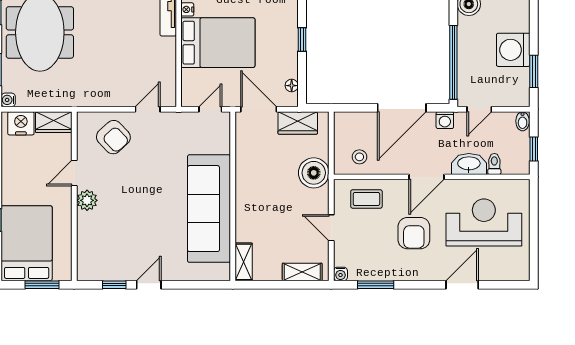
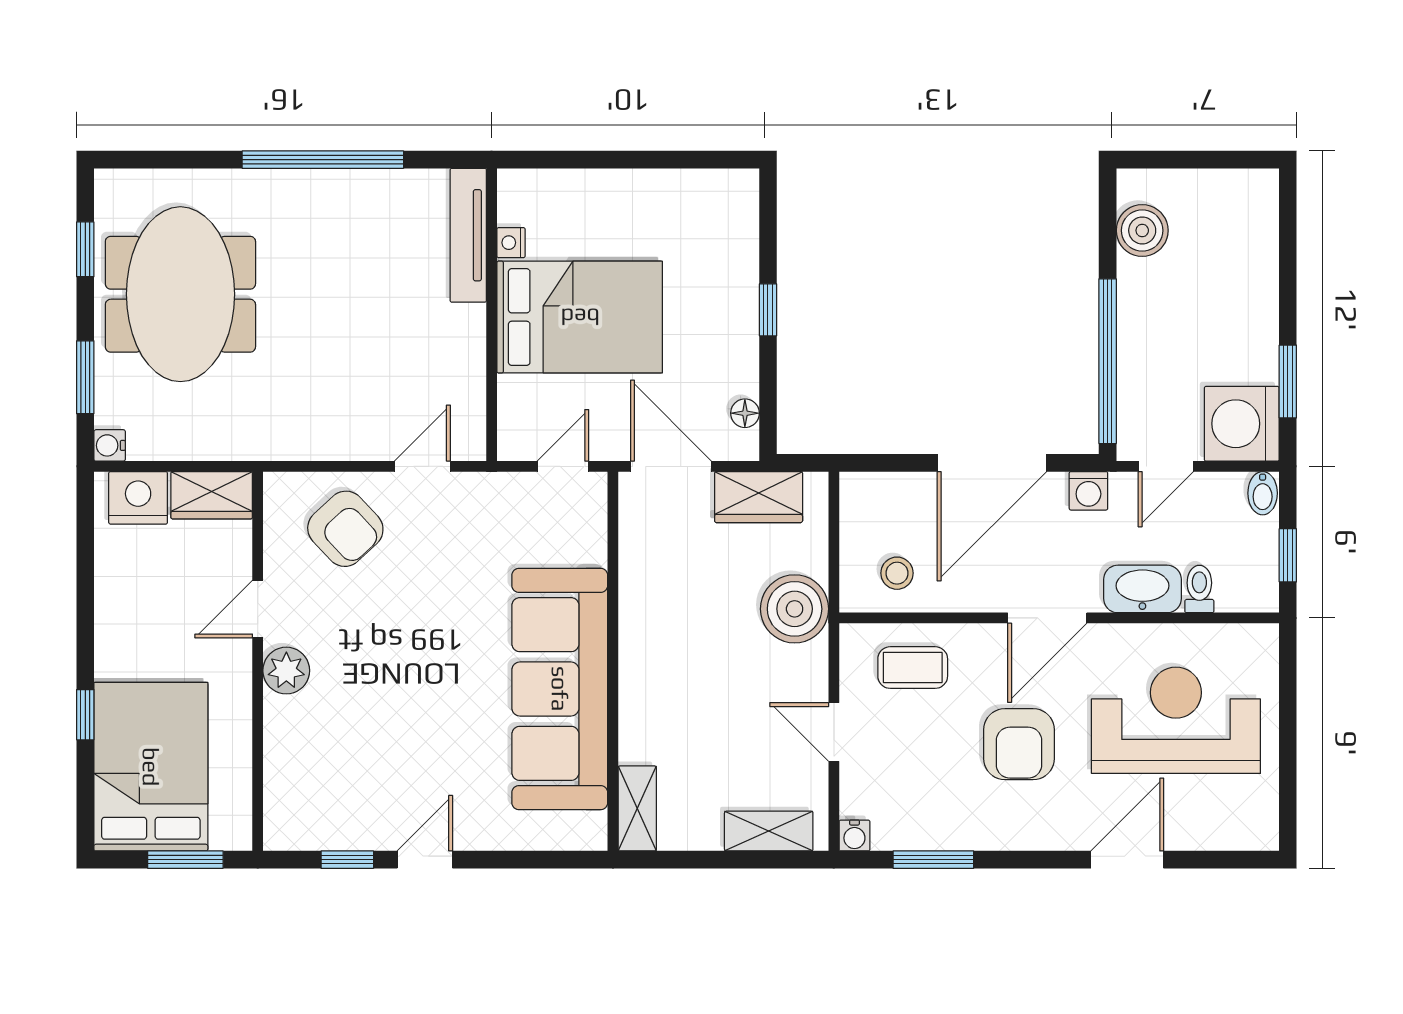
washing machine: (513, 50) -> (1242, 424), moved

